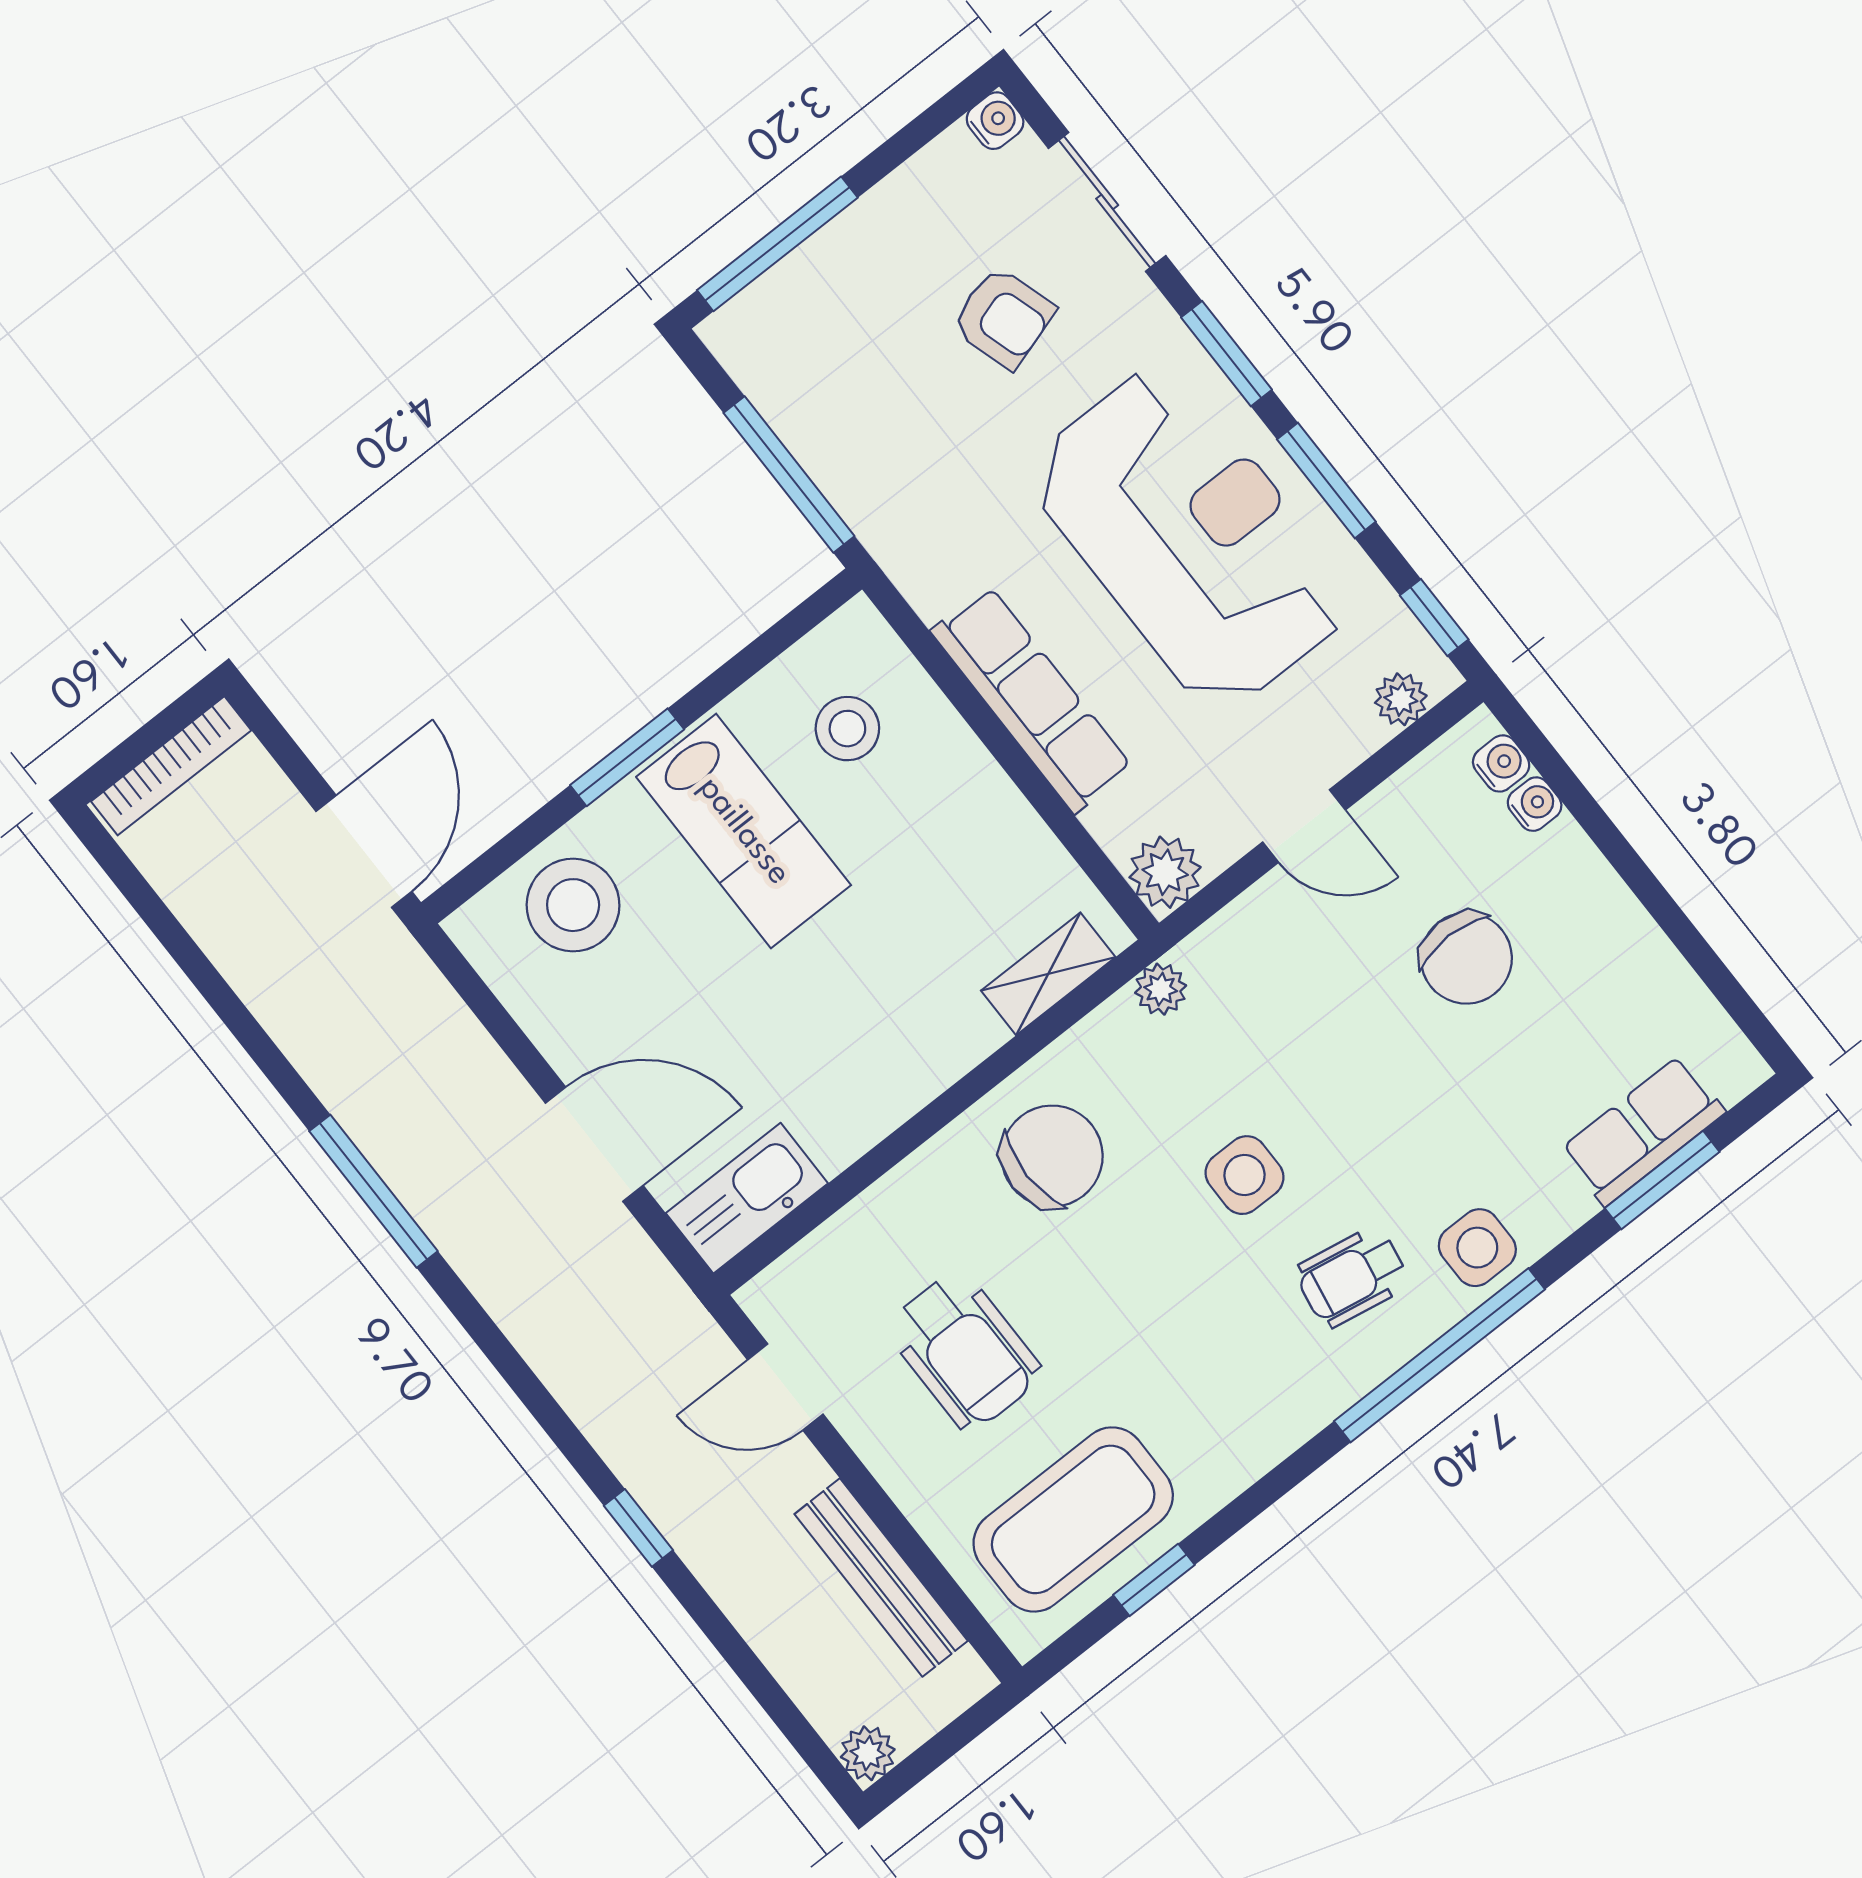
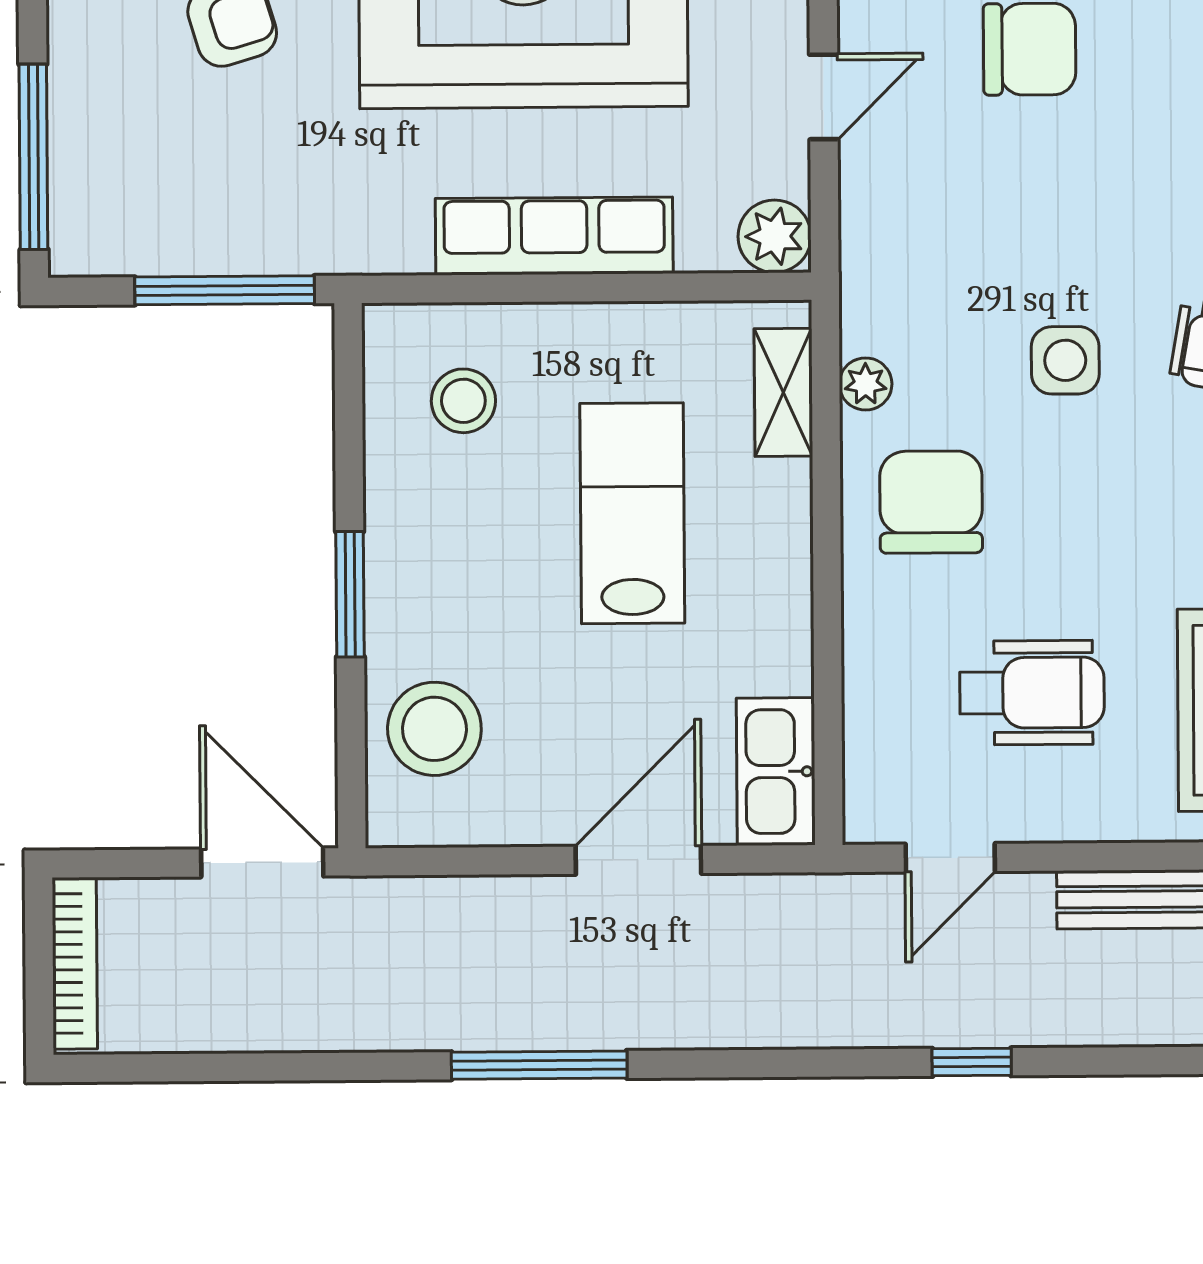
lab bench: (744, 831) -> (632, 513), moved, turned -90
plant: (1161, 989) -> (866, 384), moved

